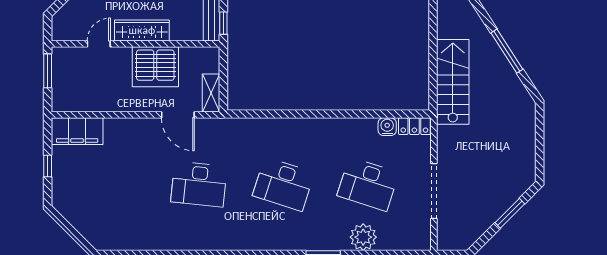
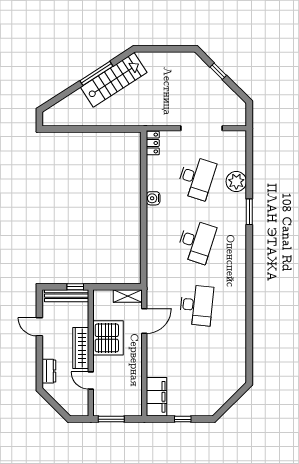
stairs: (453, 82) -> (114, 80), moved, turned 147
water cooler: (387, 127) -> (153, 198), moved
window: (510, 213) -> (218, 71), width x0.67

